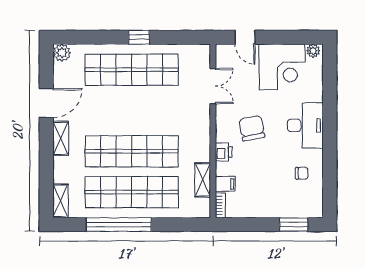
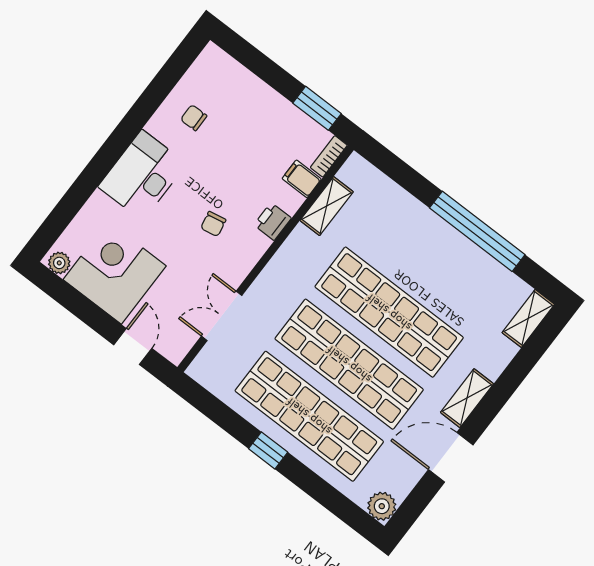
chair: (252, 128) -> (213, 224), width x0.54, depth x0.54
shop shelf: (132, 192) -> (349, 364), moved
window: (294, 225) -> (317, 108), moved

